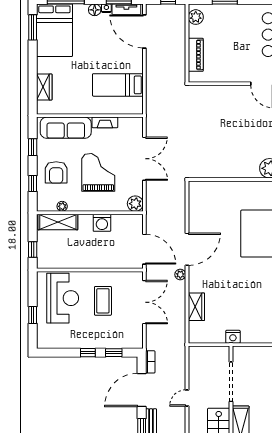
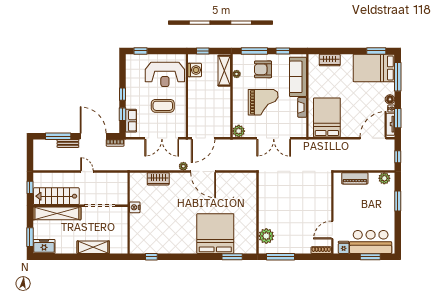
bed: (118, 85) -> (327, 117), width x1.50
window: (33, 184) -> (254, 51), width x2.17
washing machine: (102, 223) -> (195, 70), moved, turned 180
window: (33, 315) -> (141, 51), moved
row of seats: (122, 342) -> (131, 121), added

